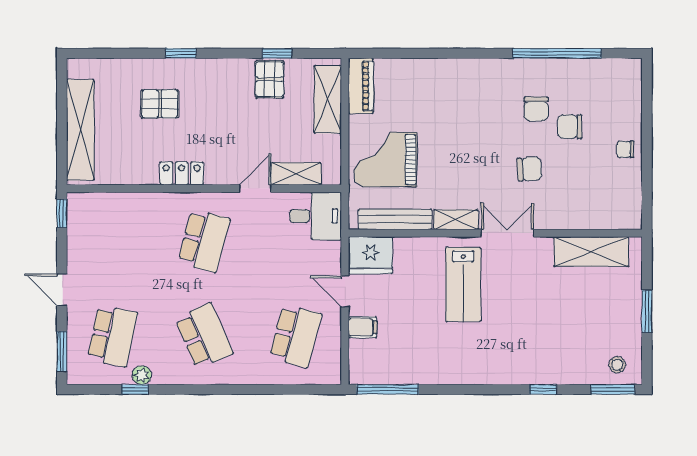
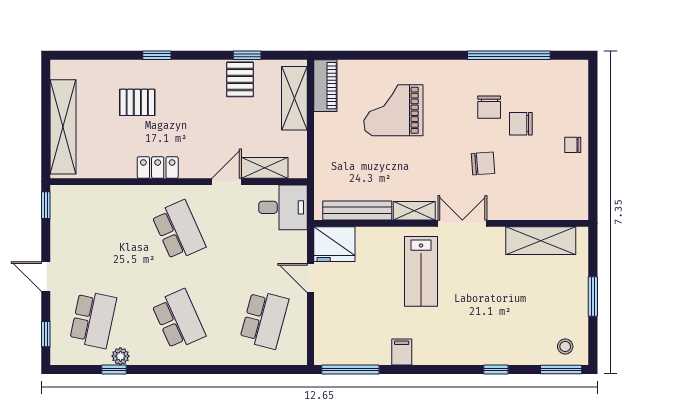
grand piano: (385, 160) -> (393, 110), moved
school desk: (204, 241) -> (179, 231), turned -39
filing cabinet: (363, 327) -> (402, 352), moved, turned -90
window: (62, 352) -> (46, 334), width x0.67

